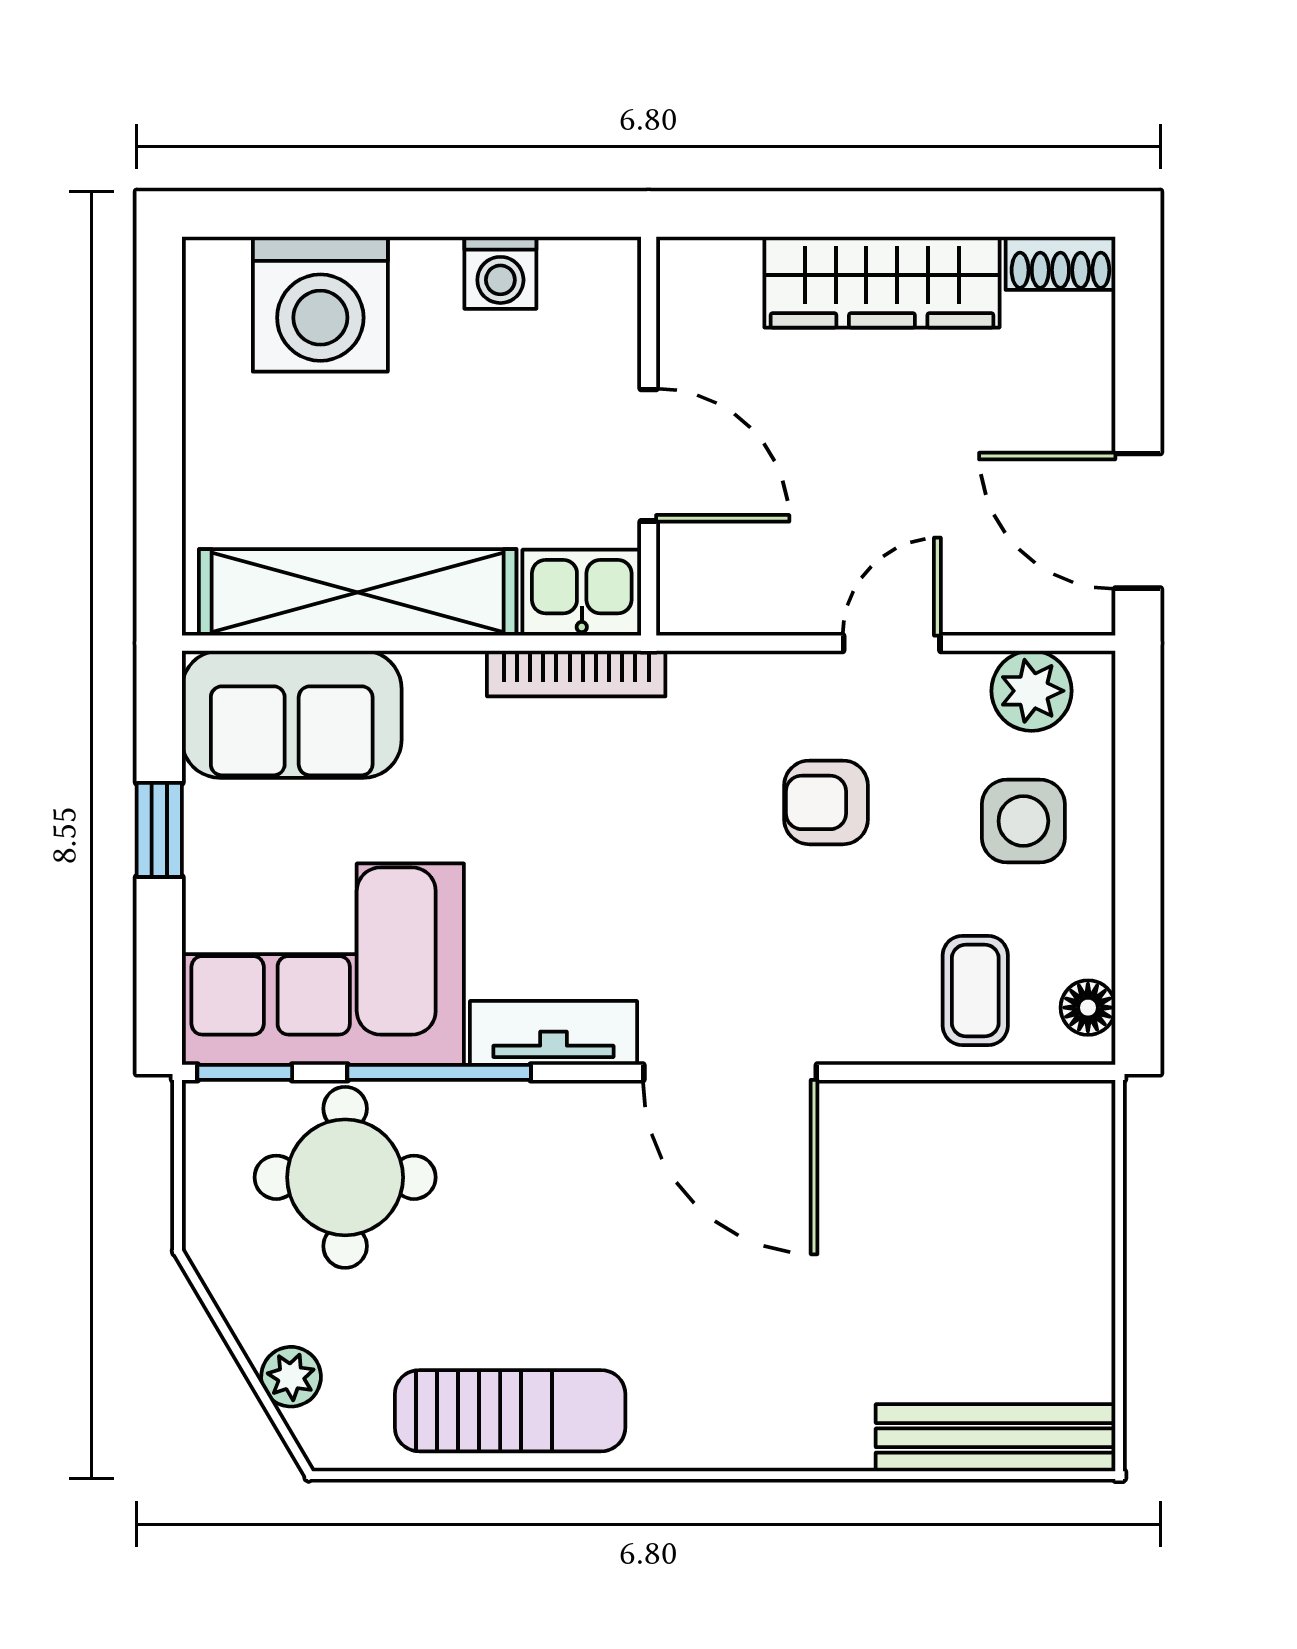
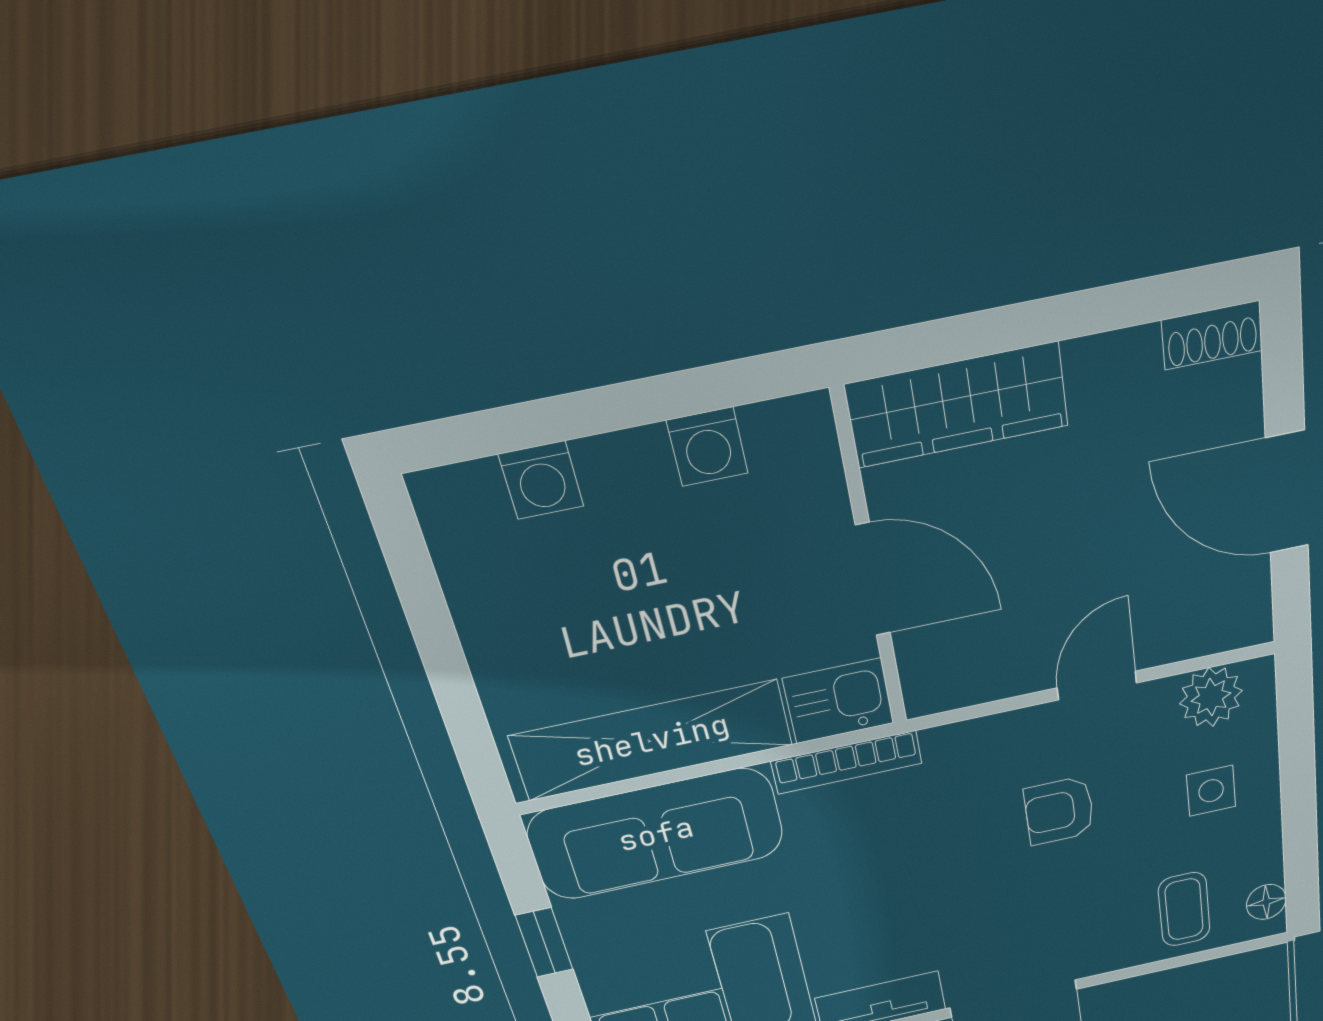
wardrobe: (882, 282) -> (957, 405), moved
washing machine: (320, 304) -> (541, 480), width x0.53, depth x0.53
door: (1138, 521) -> (1287, 492), moved
sofa: (292, 714) -> (656, 834), width x1.36
side table: (1023, 821) -> (1211, 791), width x0.73, depth x0.73

